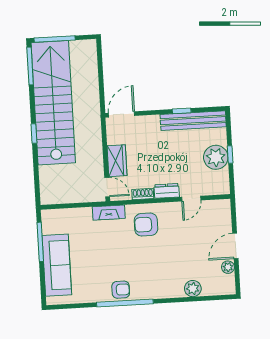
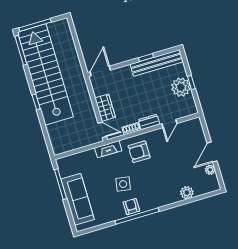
side table: (117, 260) -> (123, 184), added
armchair: (121, 290) -> (131, 207), turned -90

